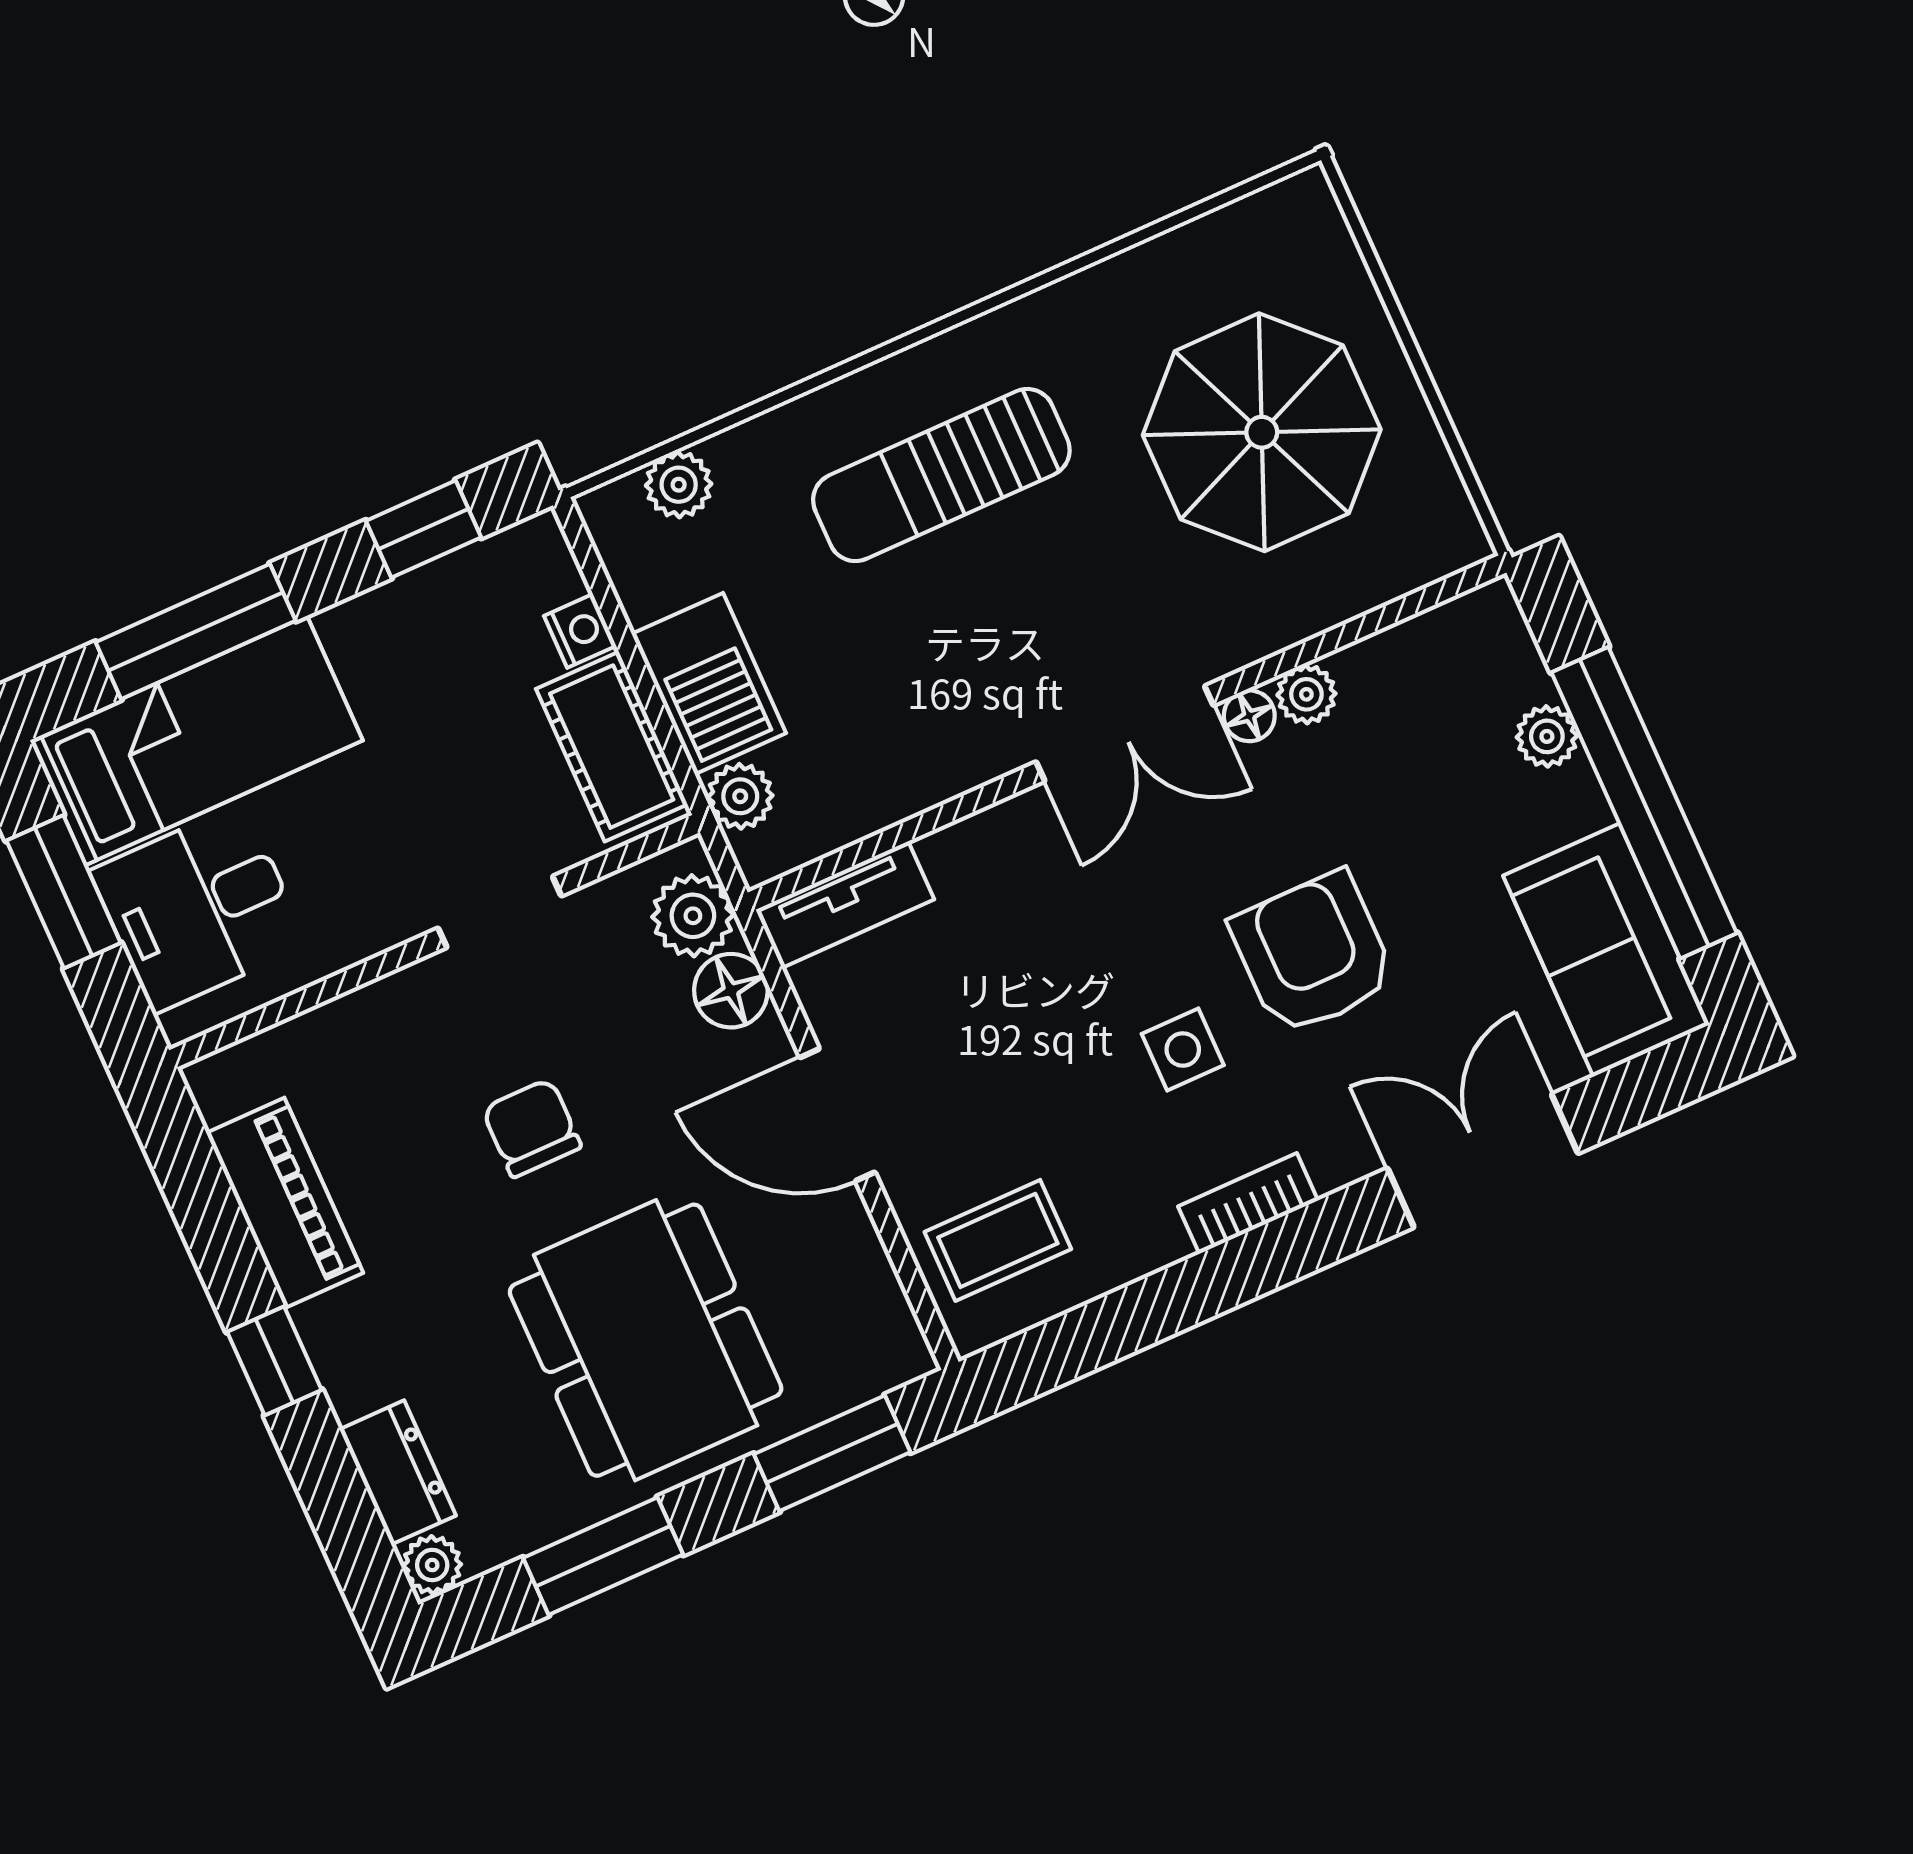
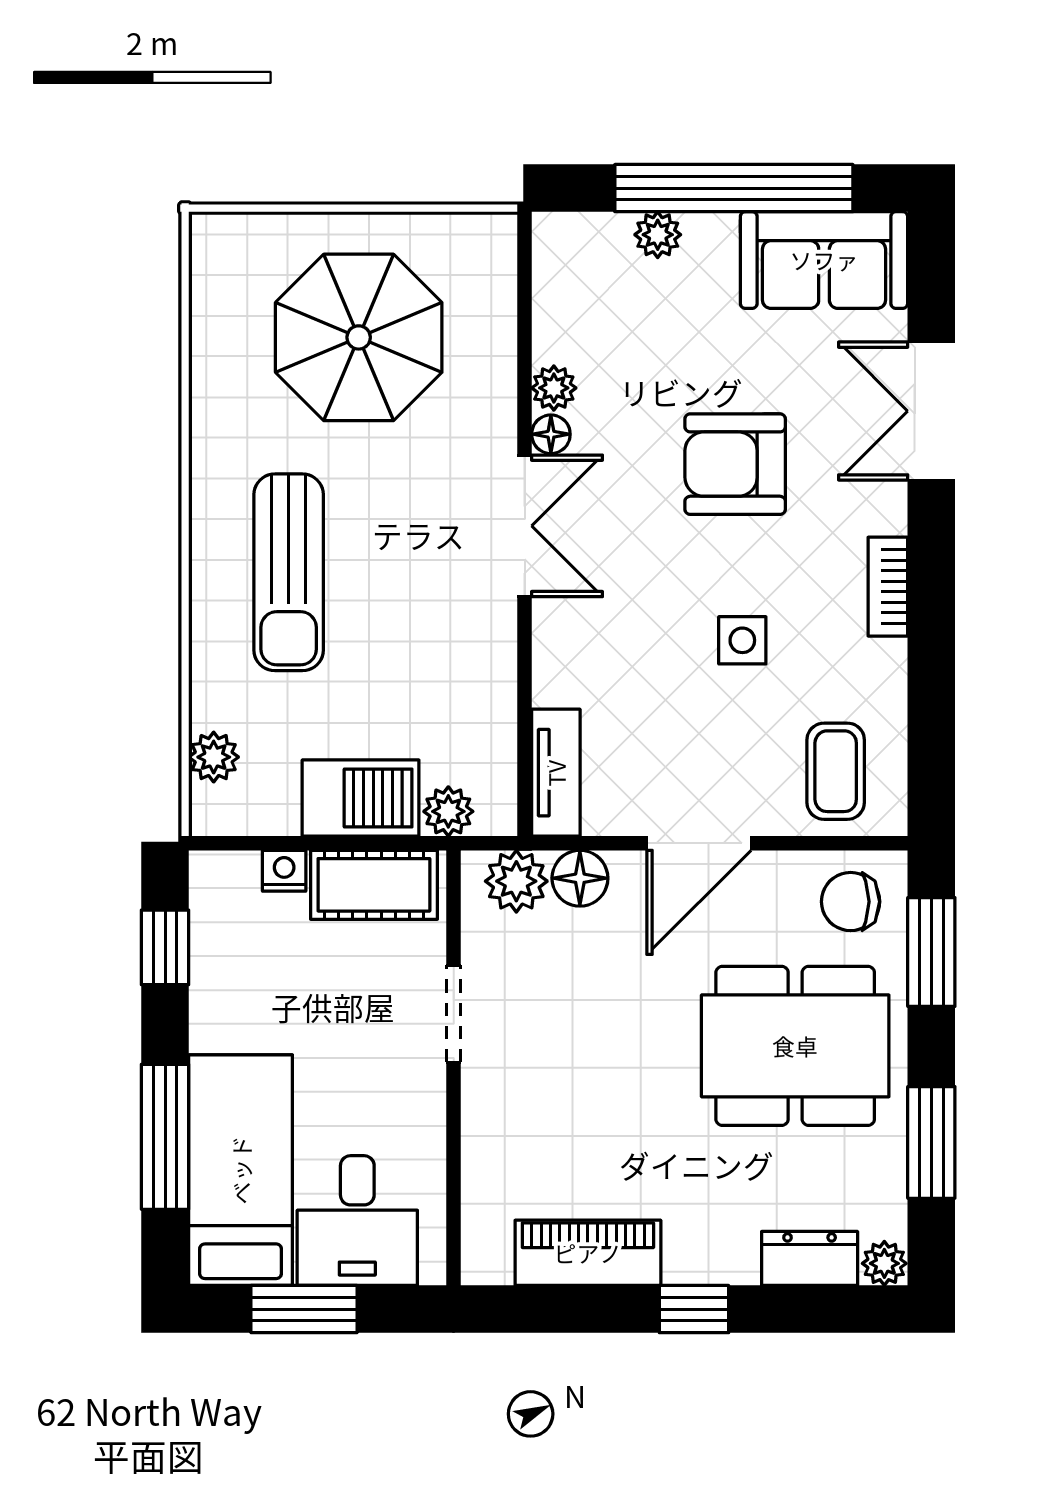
side table: (1183, 1050) -> (742, 640), moved
chair: (532, 1128) -> (851, 902), moved

